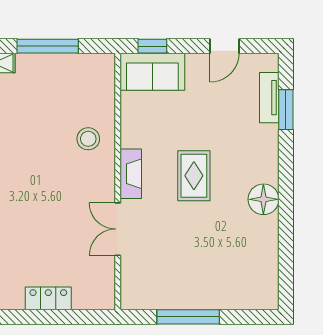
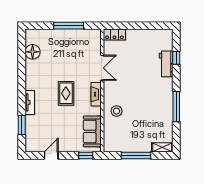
sofa: (152, 72) -> (92, 131), moved, turned -90
tv unit: (269, 98) -> (30, 102), moved
floor lamp: (263, 199) -> (33, 52), moved
locker: (48, 298) -> (114, 35), moved

